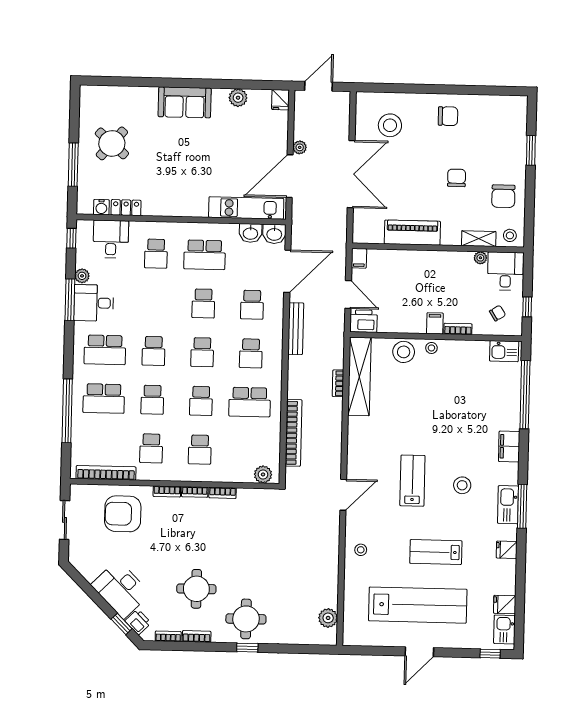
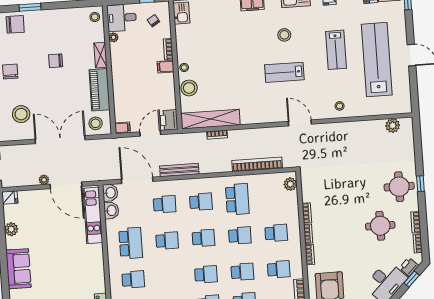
chair: (503, 196) -> (15, 24), moved
stool: (368, 223) -> (96, 123), added
shelving: (479, 239) -> (100, 55), moved

